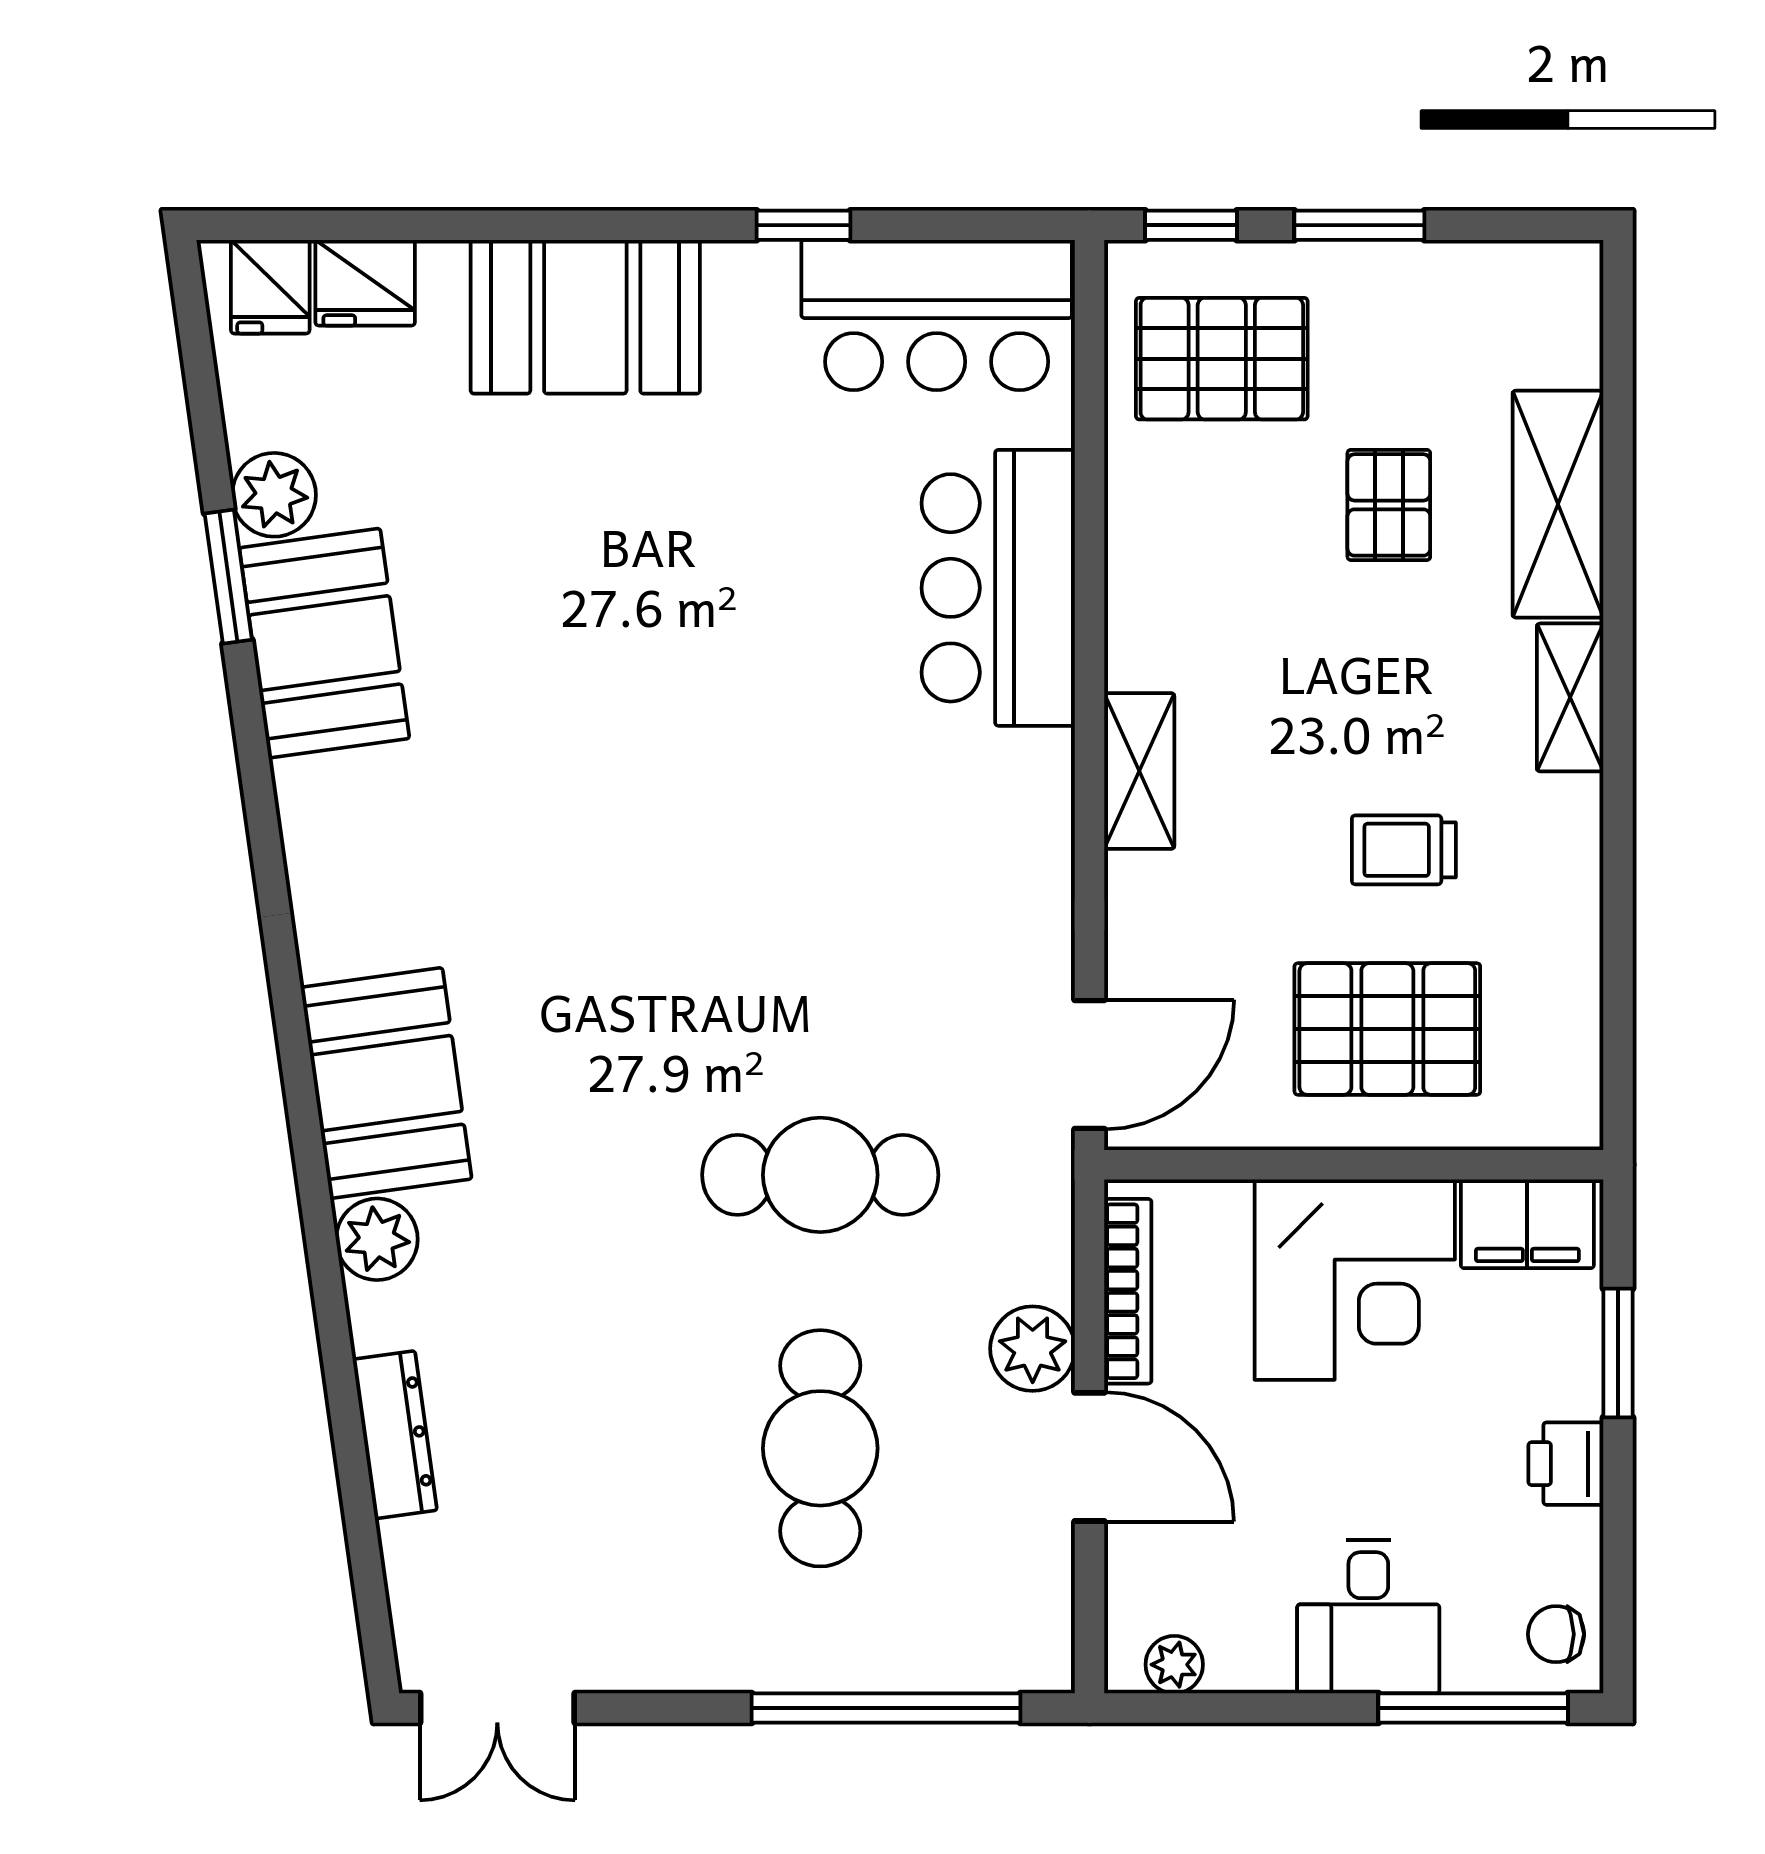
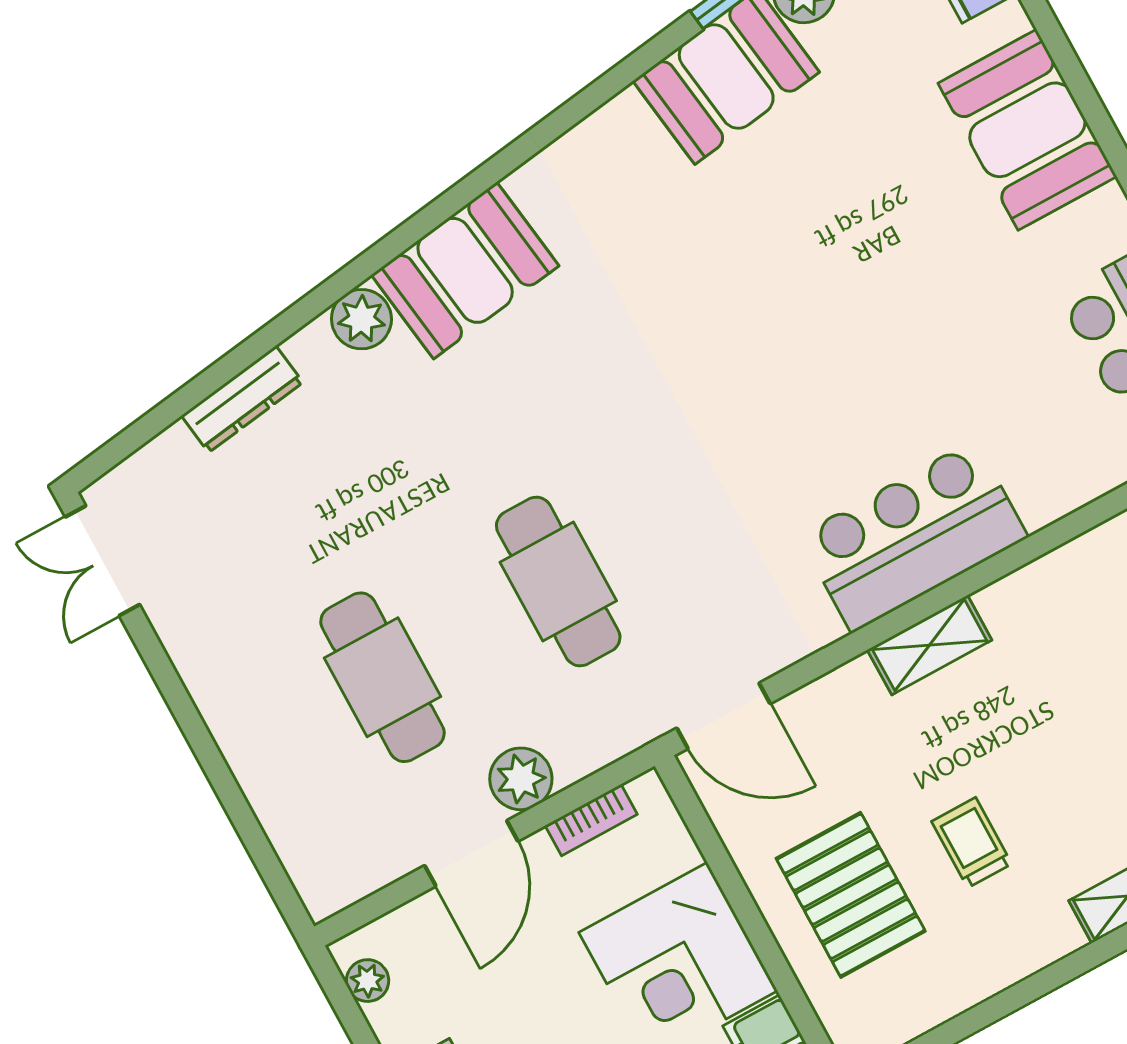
bar counter: (998, 588) -> (913, 536), moved
bookcase: (1128, 1291) -> (591, 820), width x0.64
cafe table: (820, 1448) -> (383, 677), turned 90
window: (886, 1708) -> (239, 810), removed

